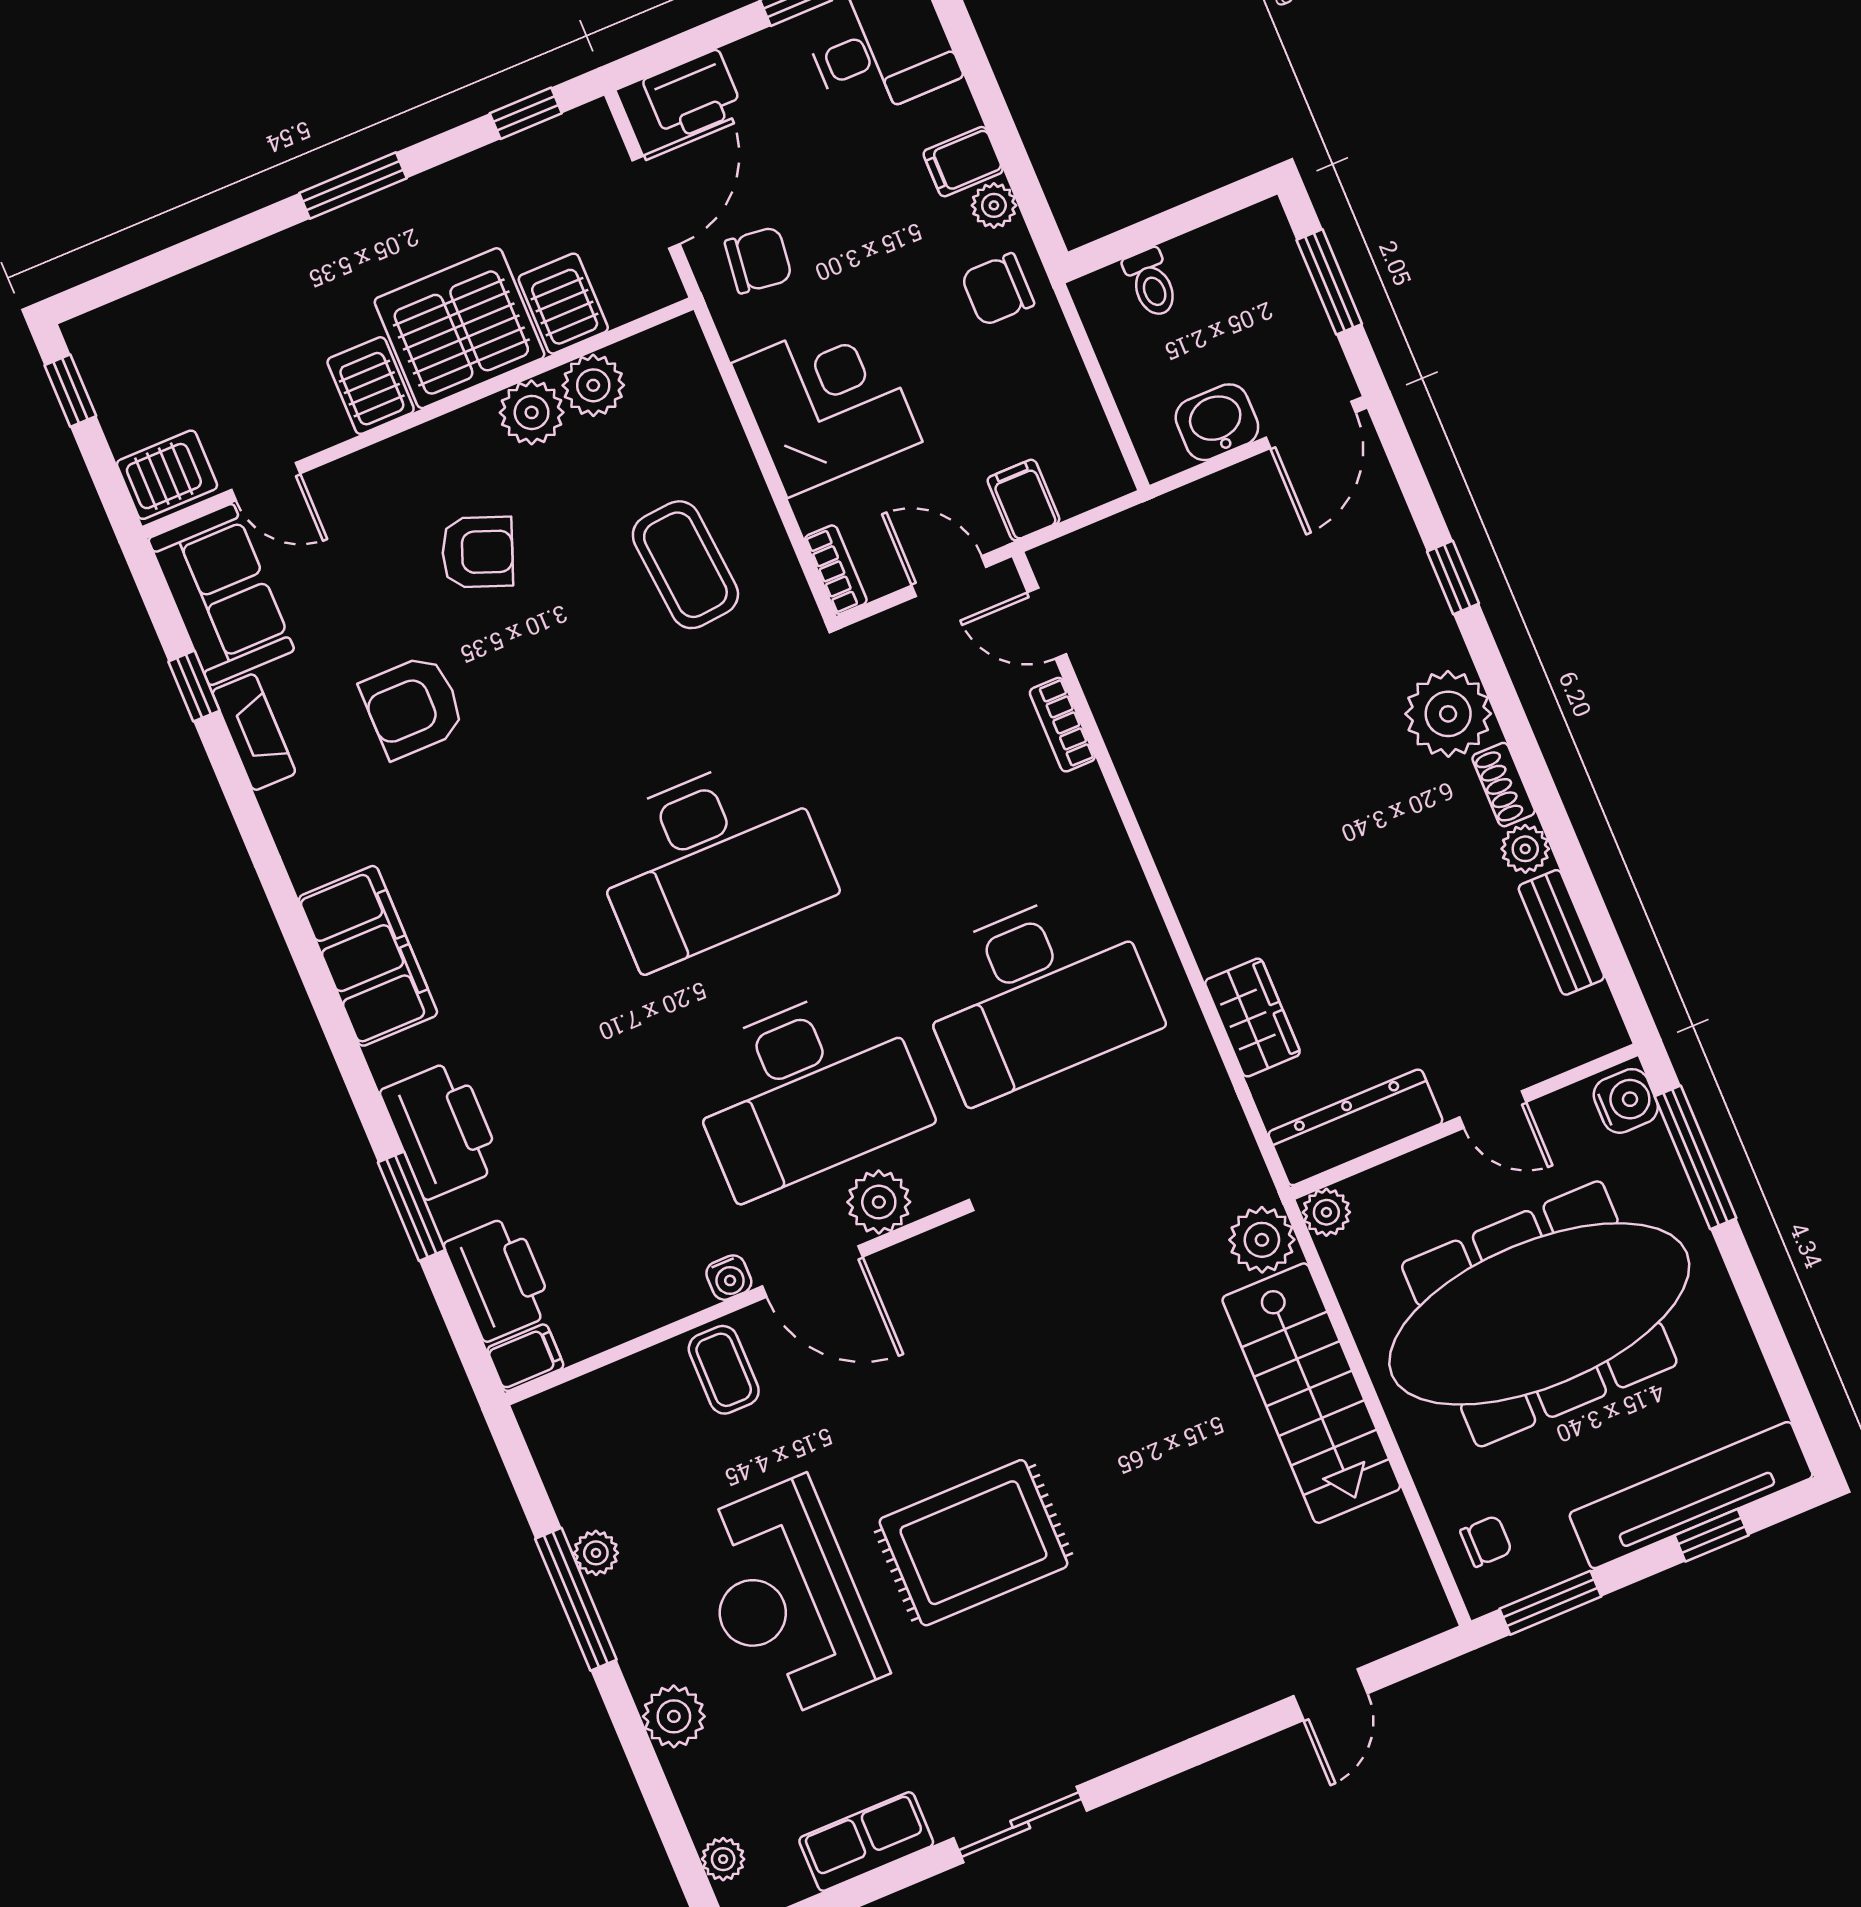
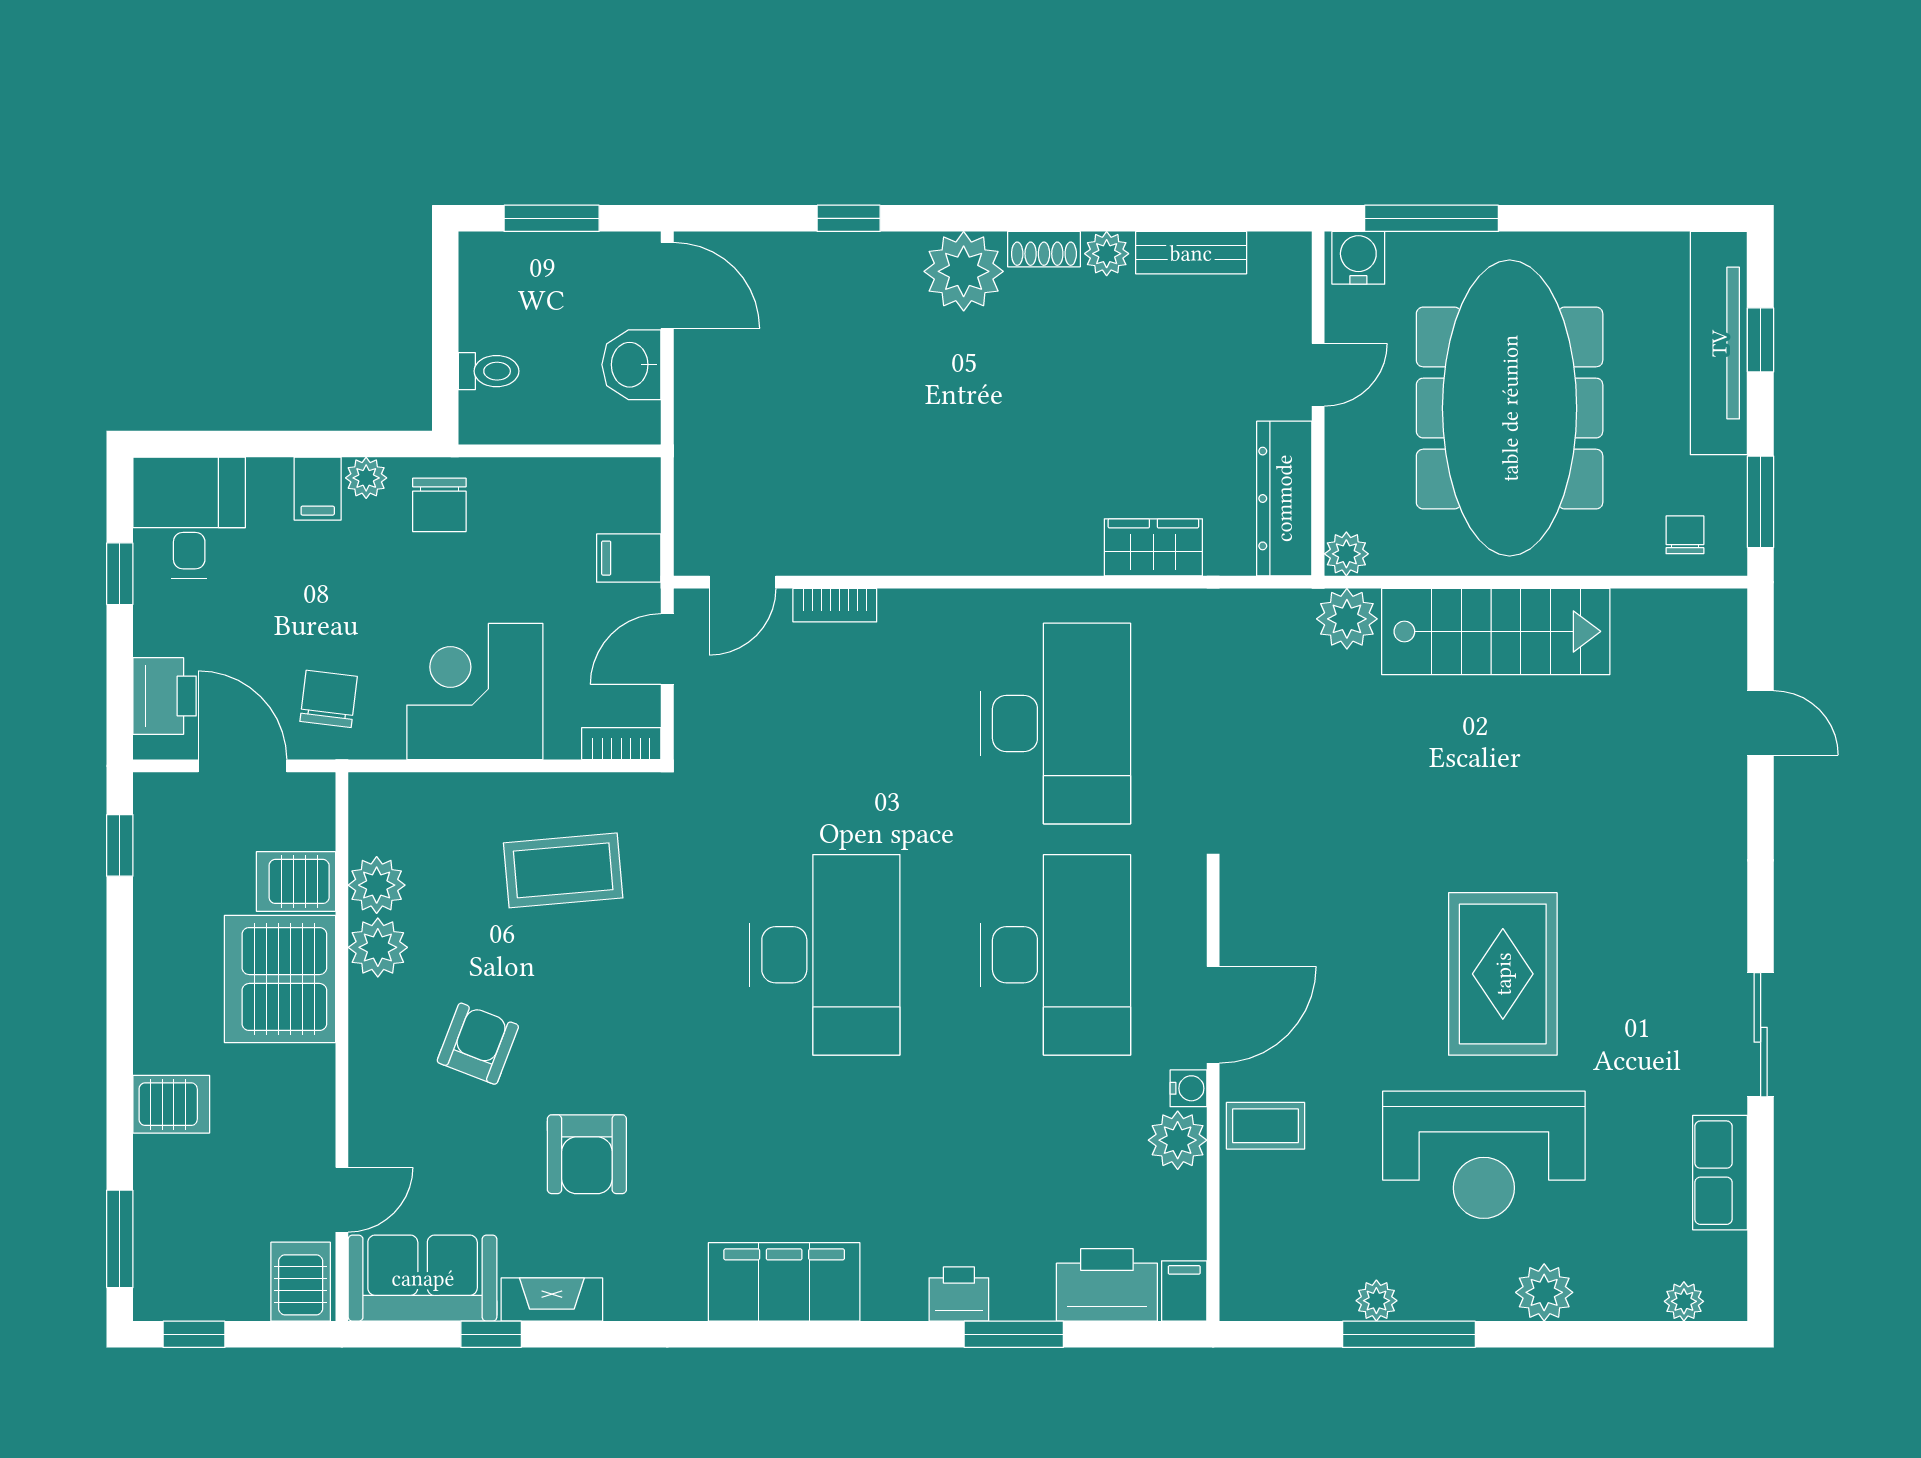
window: (353, 186) -> (120, 1239), moved
server rack: (371, 386) -> (171, 1104), moved, turned 180
printer: (442, 1129) -> (959, 1294), width x0.53, depth x0.68
plant: (879, 1202) -> (1178, 1140), moved

